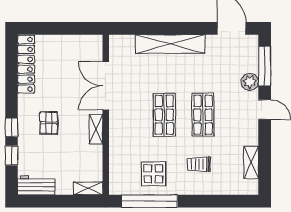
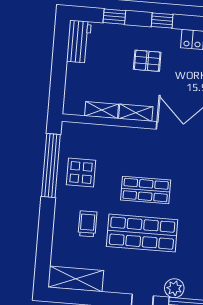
shop shelf: (203, 115) -> (142, 233), width x1.43, depth x1.36
window: (12, 127) -> (162, 21), moved
shelving: (251, 163) -> (76, 279), width x1.50, depth x1.33
shelving: (88, 188) -> (102, 110), moved, turned 90

